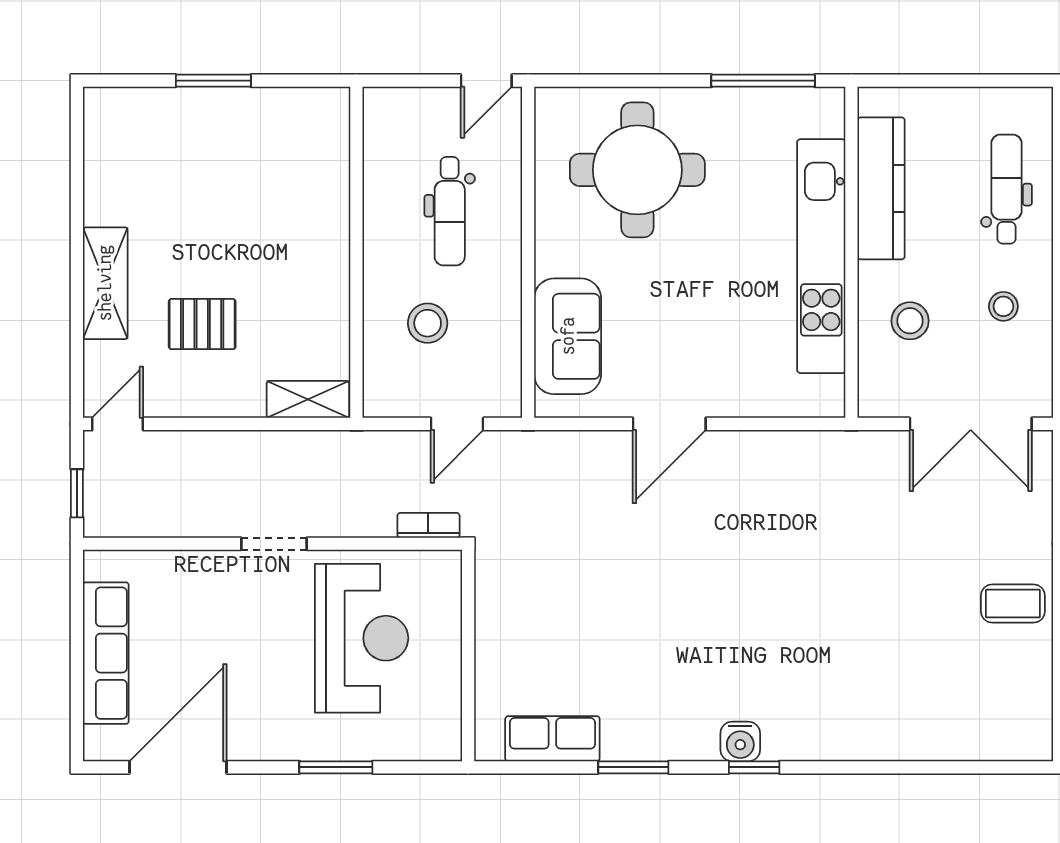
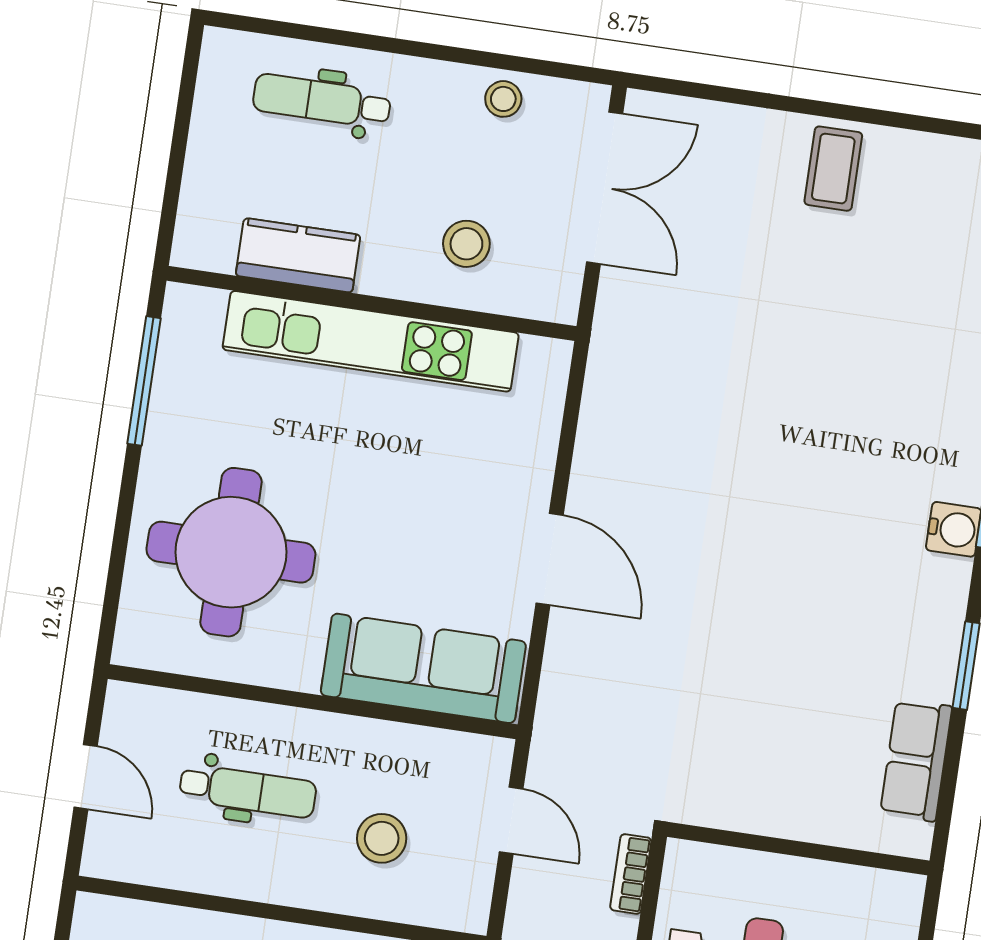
door: (486, 81) -> (86, 777), moved
kitchen counter: (881, 188) -> (298, 255), width x0.67
stool: (1003, 306) -> (503, 99), moved
sofa: (568, 336) -> (423, 668), width x1.36

